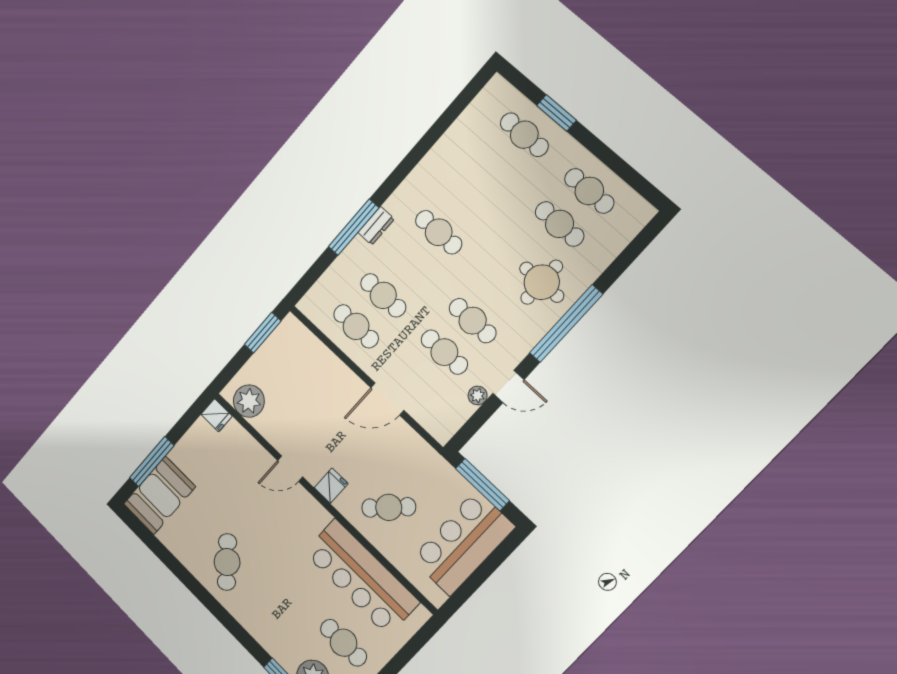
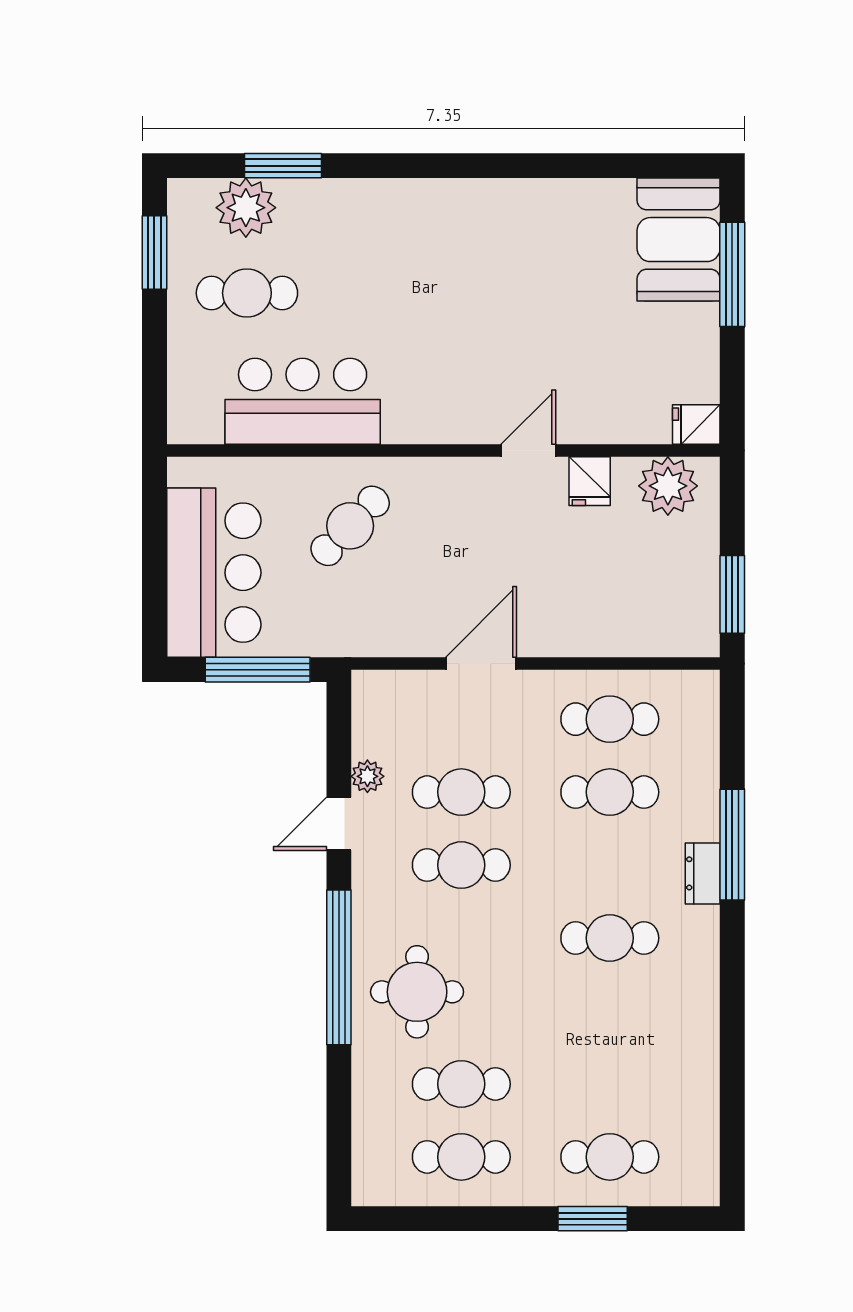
fridge: (331, 486) -> (590, 481), moved
cafe table: (227, 562) -> (500, 243), removed
bar counter: (361, 577) -> (303, 401), width x0.73

